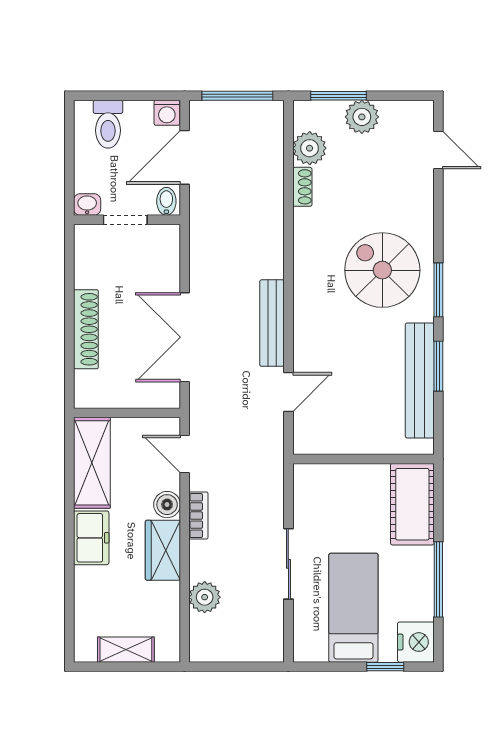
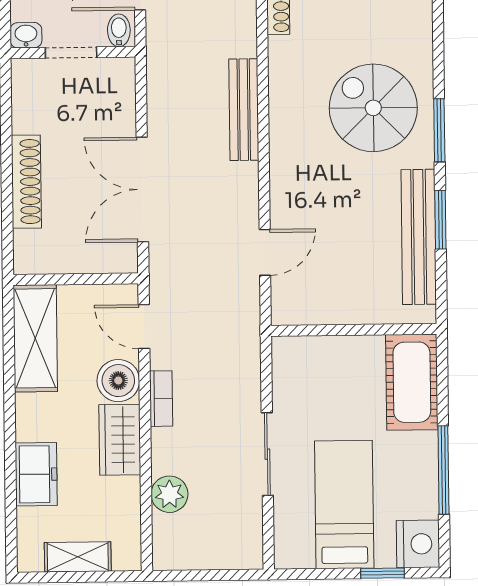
bench: (272, 323) -> (244, 110), moved
boiler: (167, 505) -> (118, 381), width x1.36, depth x1.36
freezer: (91, 538) -> (36, 474), moved

